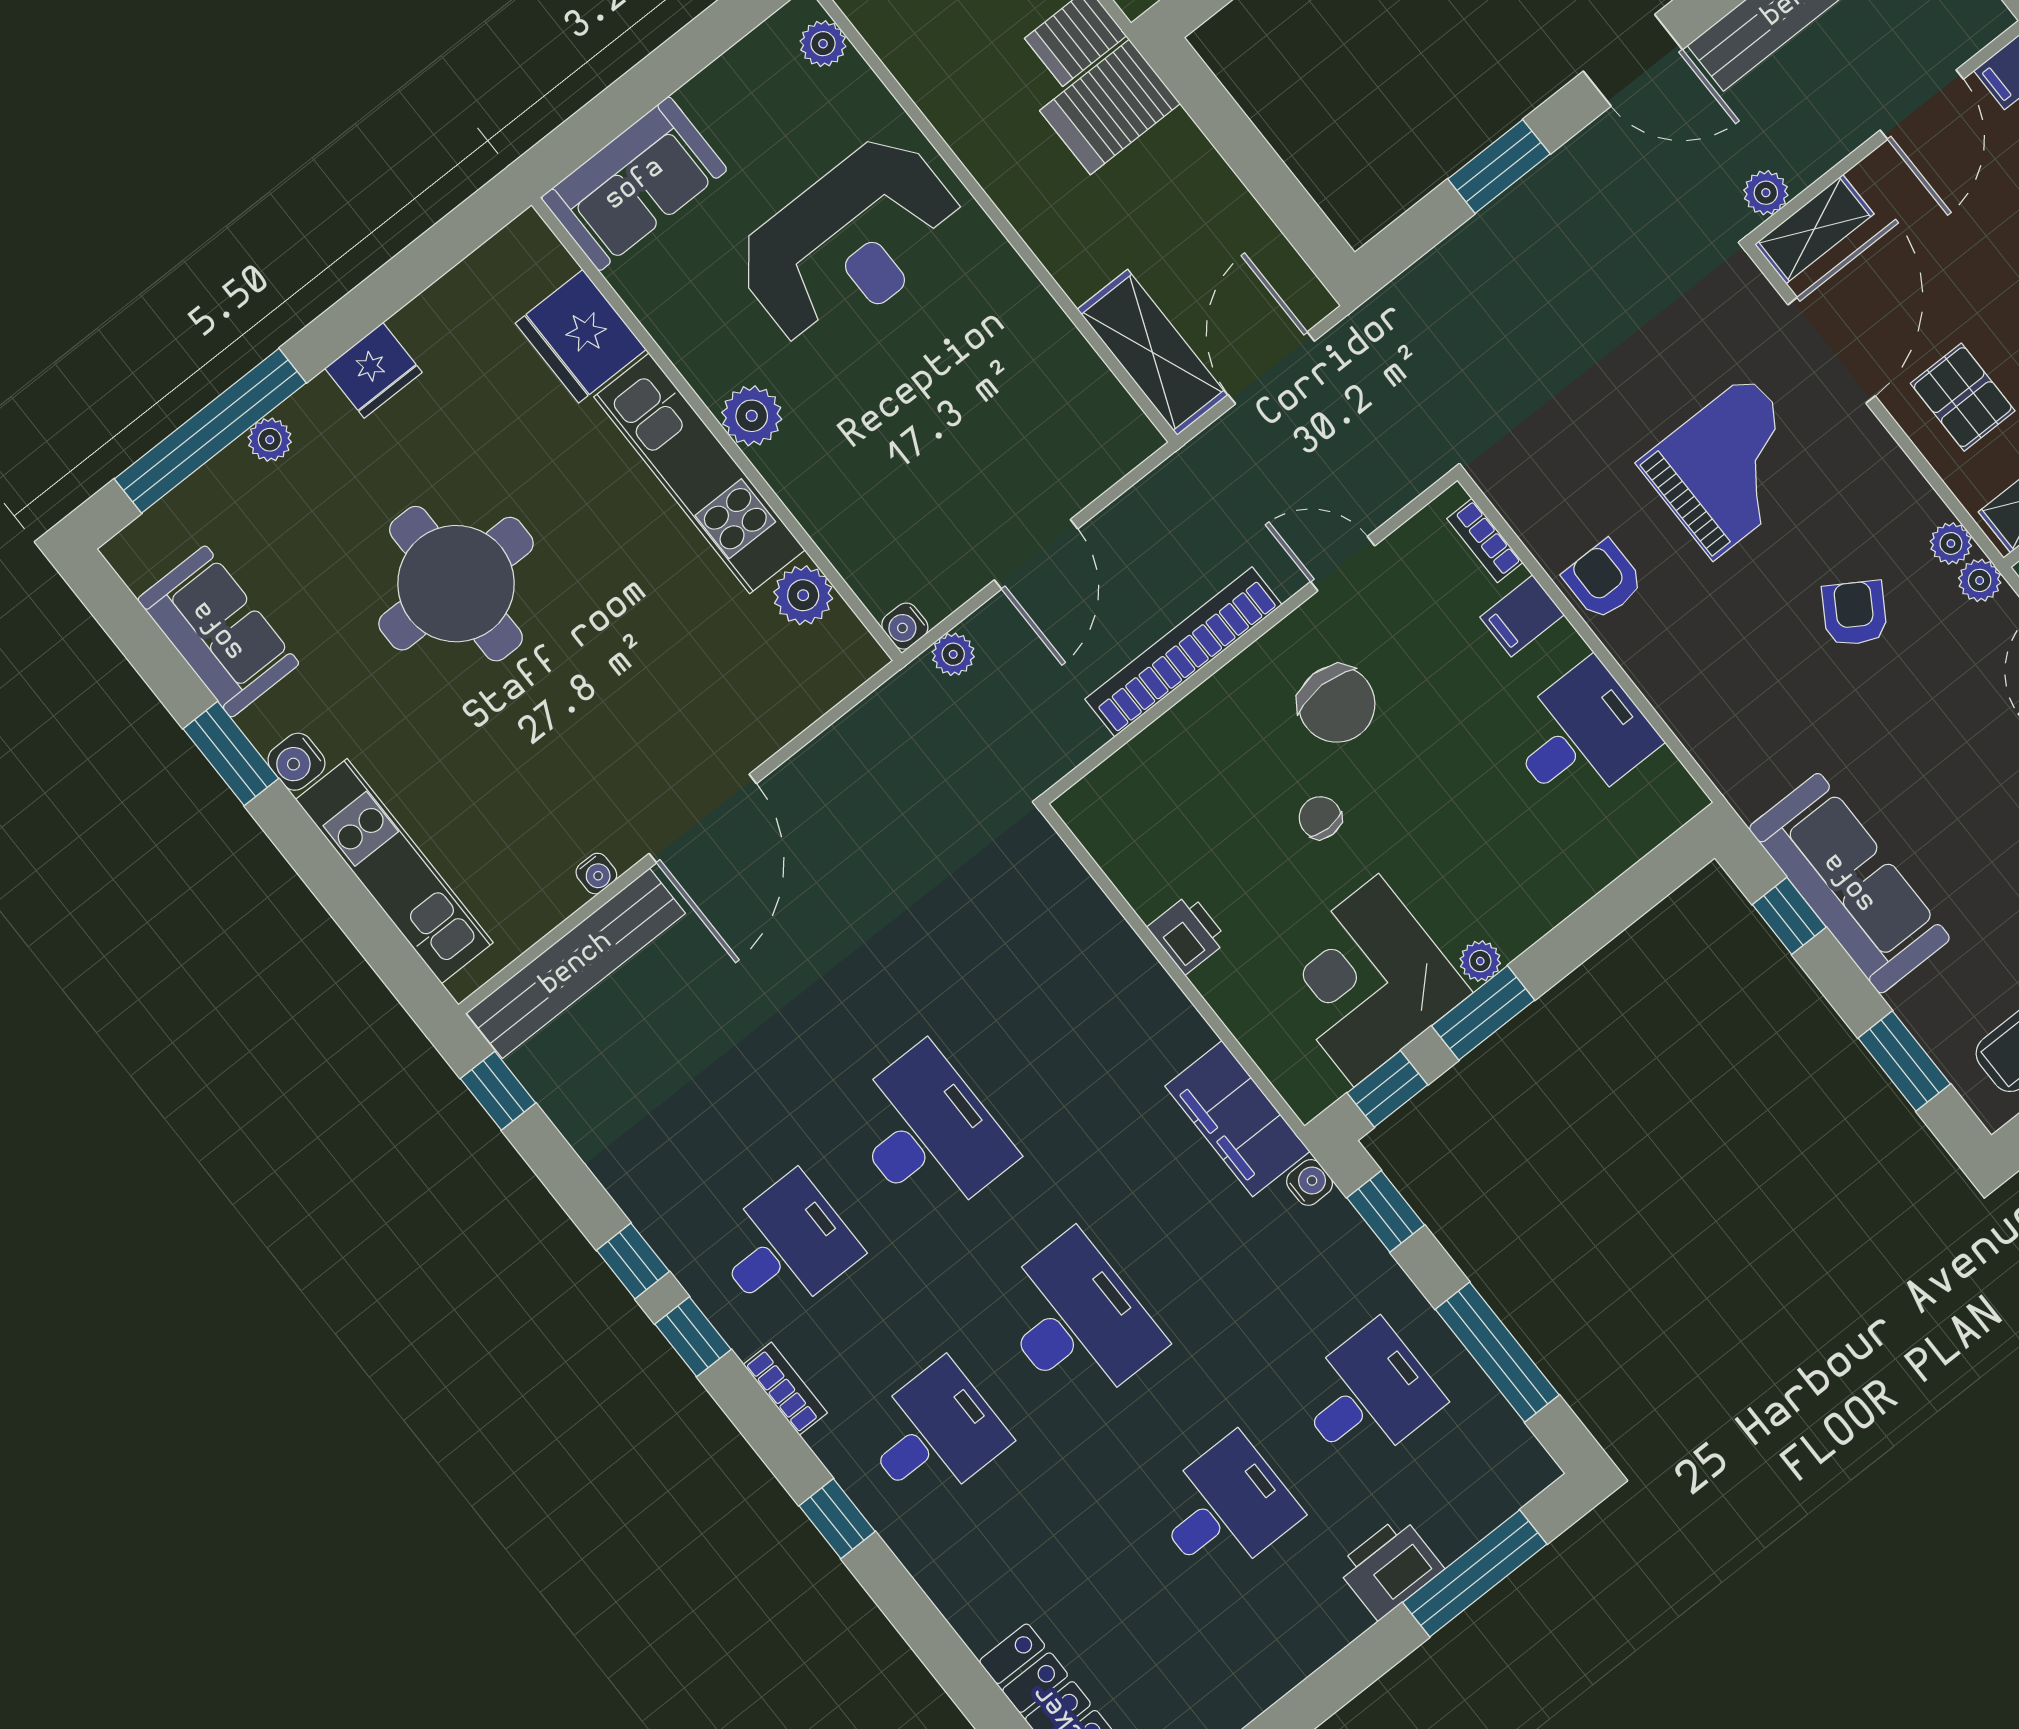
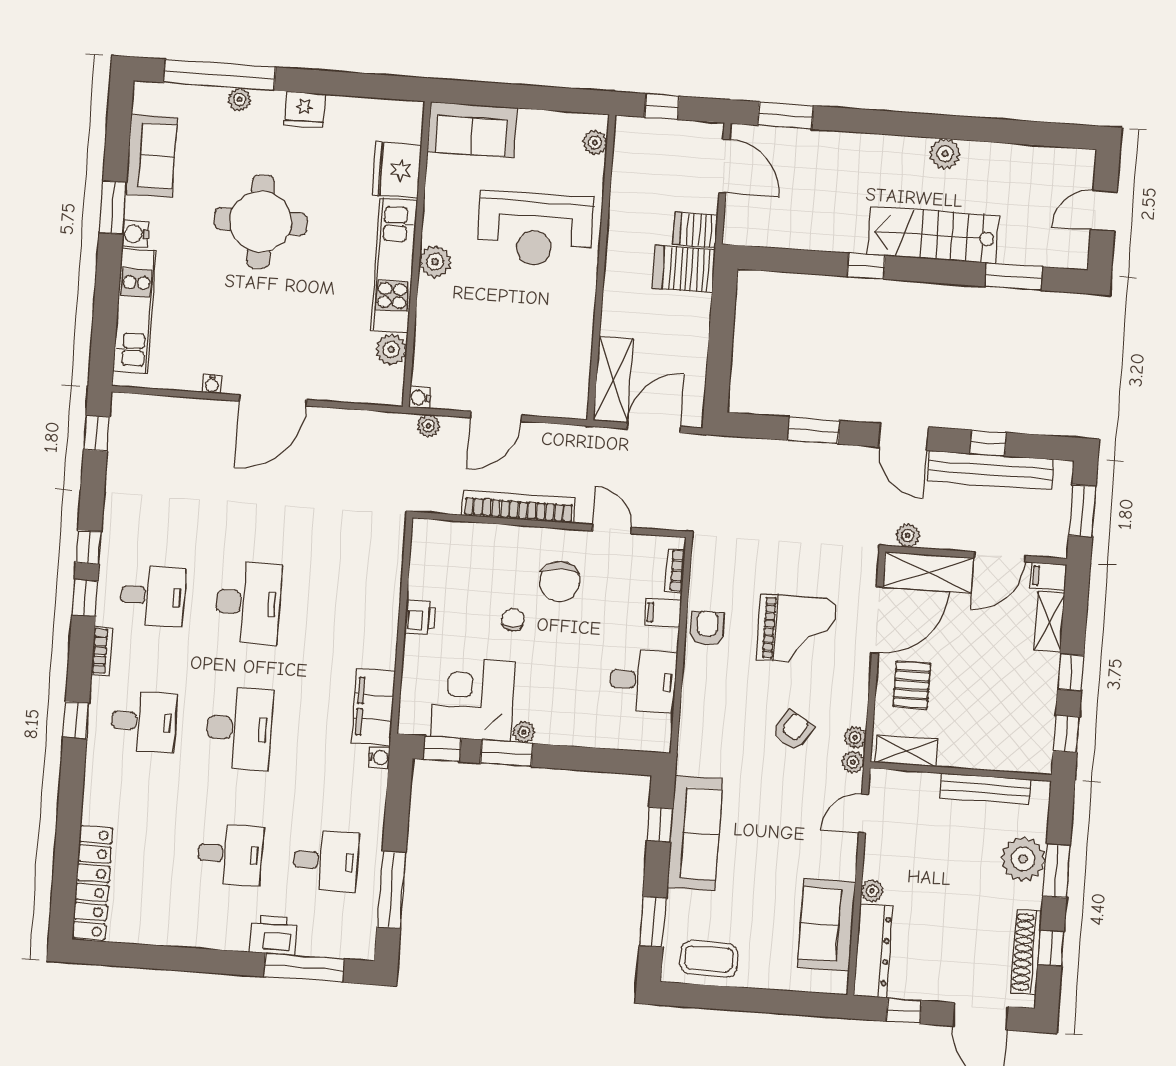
shelving: (1814, 229) -> (928, 572), width x1.50, depth x1.33
bench: (576, 963) -> (172, 411), removed
window: (1386, 1211) -> (398, 796), removed

